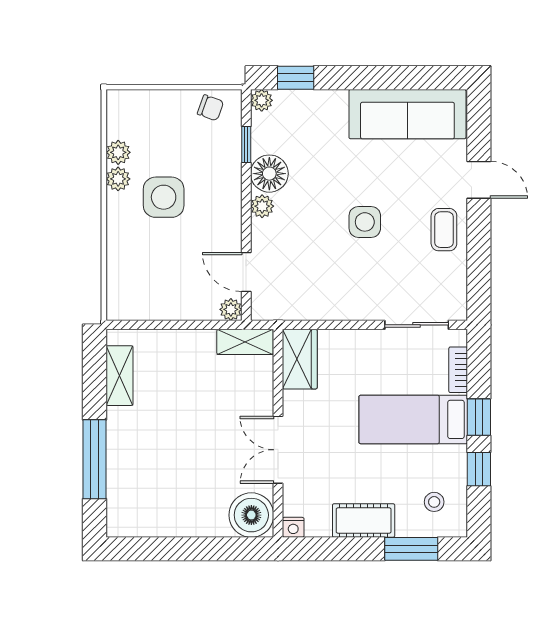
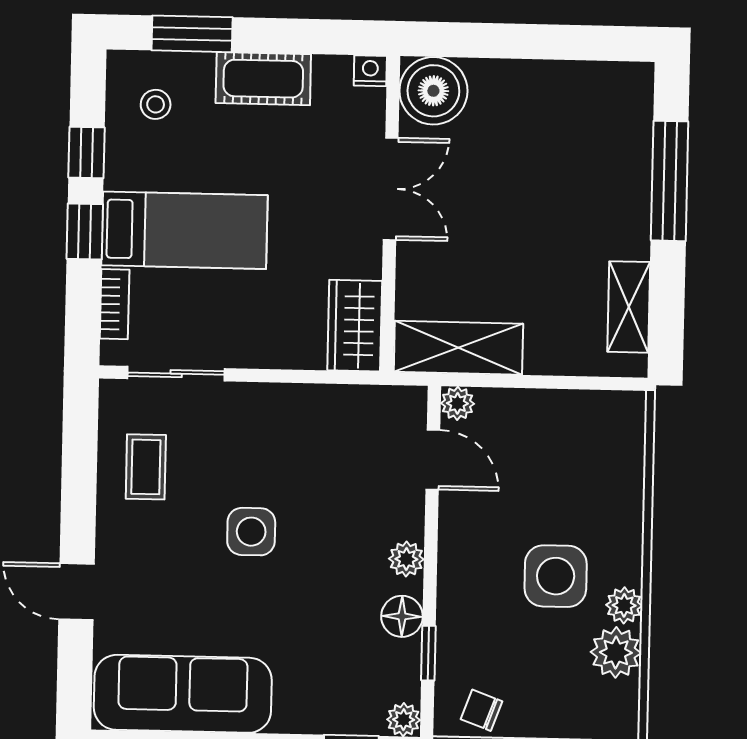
plant: (118, 152) -> (616, 652), width x1.38, depth x1.38
floor lamp: (269, 174) -> (402, 616), width x0.73, depth x0.73
coffee table: (444, 230) -> (146, 467), moved
shelving: (245, 342) -> (458, 348), width x1.50, depth x1.33

